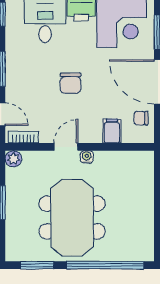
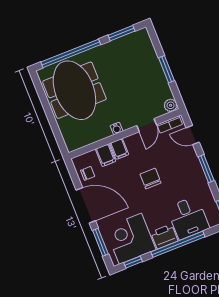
filing cabinet: (93, 132) -> (119, 149), added
door: (66, 147) -> (147, 125), moved
meeting table: (72, 218) -> (74, 90), moved

